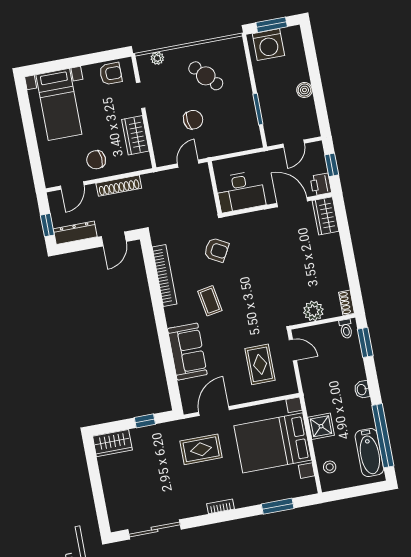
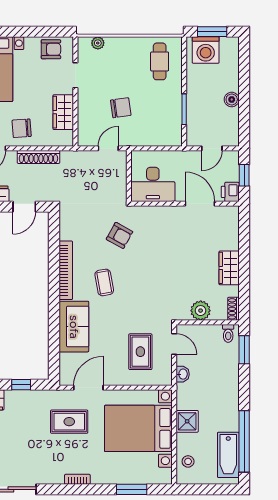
cafe table: (206, 76) -> (160, 61), moved, turned 43
wardrobe: (326, 216) -> (229, 268), moved
bookcase: (164, 275) -> (66, 270), moved
washbasin: (362, 390) -> (183, 374), moved, turned 180

